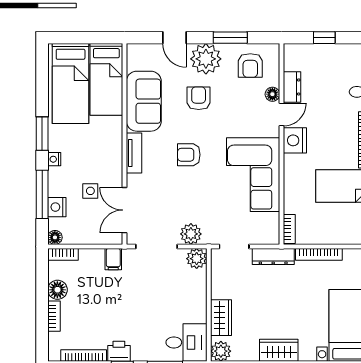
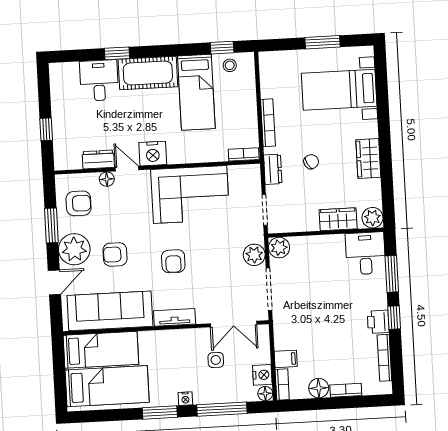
sofa: (144, 101) -> (110, 311), width x1.36
nightstand: (57, 207) -> (262, 375), moved, turned -90
dresser: (273, 257) -> (273, 169), width x0.70
filing cabinet: (113, 259) -> (286, 359), moved
chair: (279, 294) -> (311, 162), added

